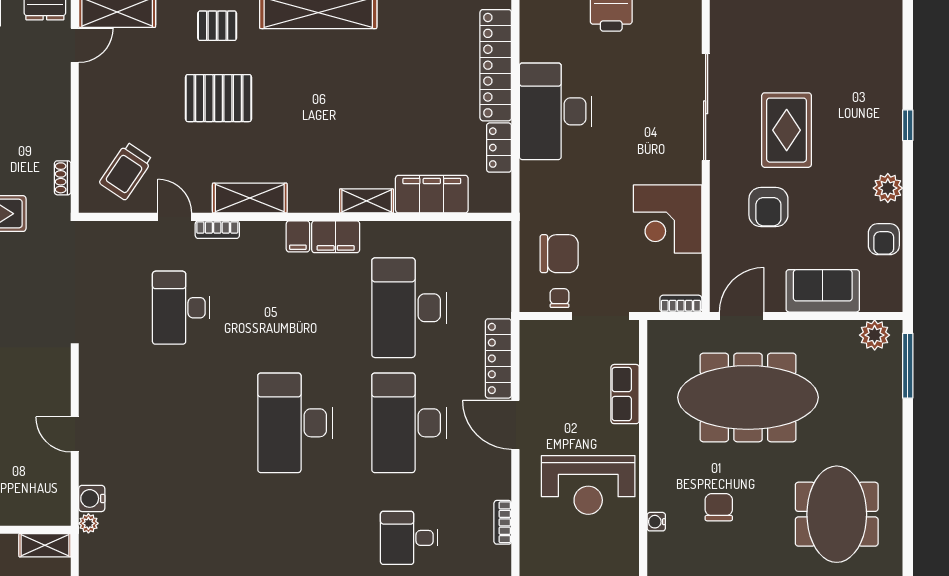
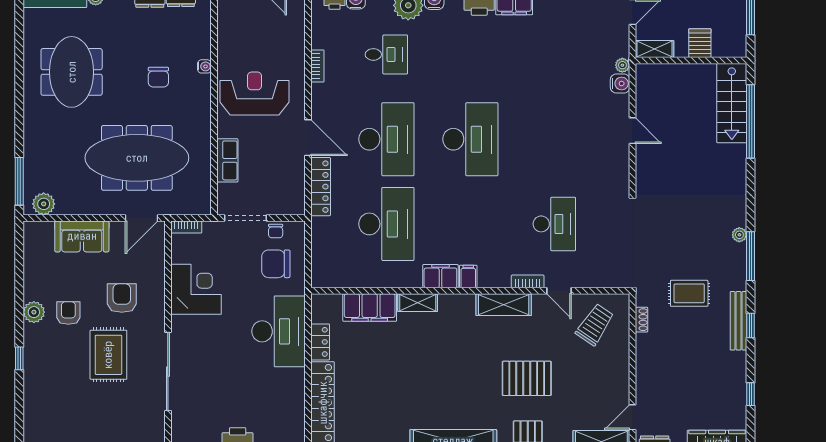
desk: (555, 111) -> (279, 331), moved
armchair: (884, 239) -> (68, 313), moved

